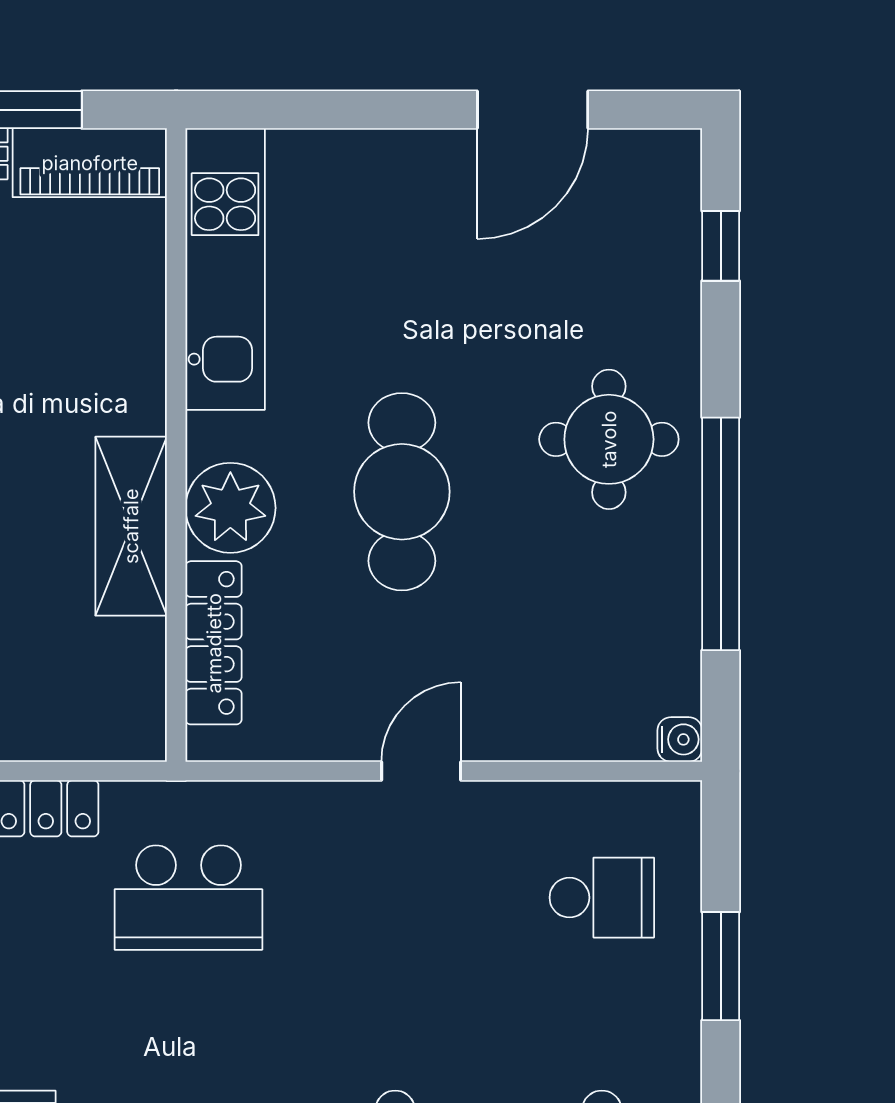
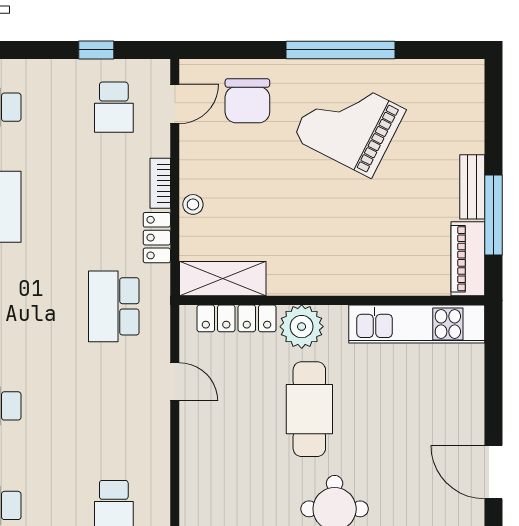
cafe table: (402, 492) -> (309, 409), turned 90
shelving: (131, 526) -> (223, 279), moved
door: (421, 771) -> (175, 382), moved

